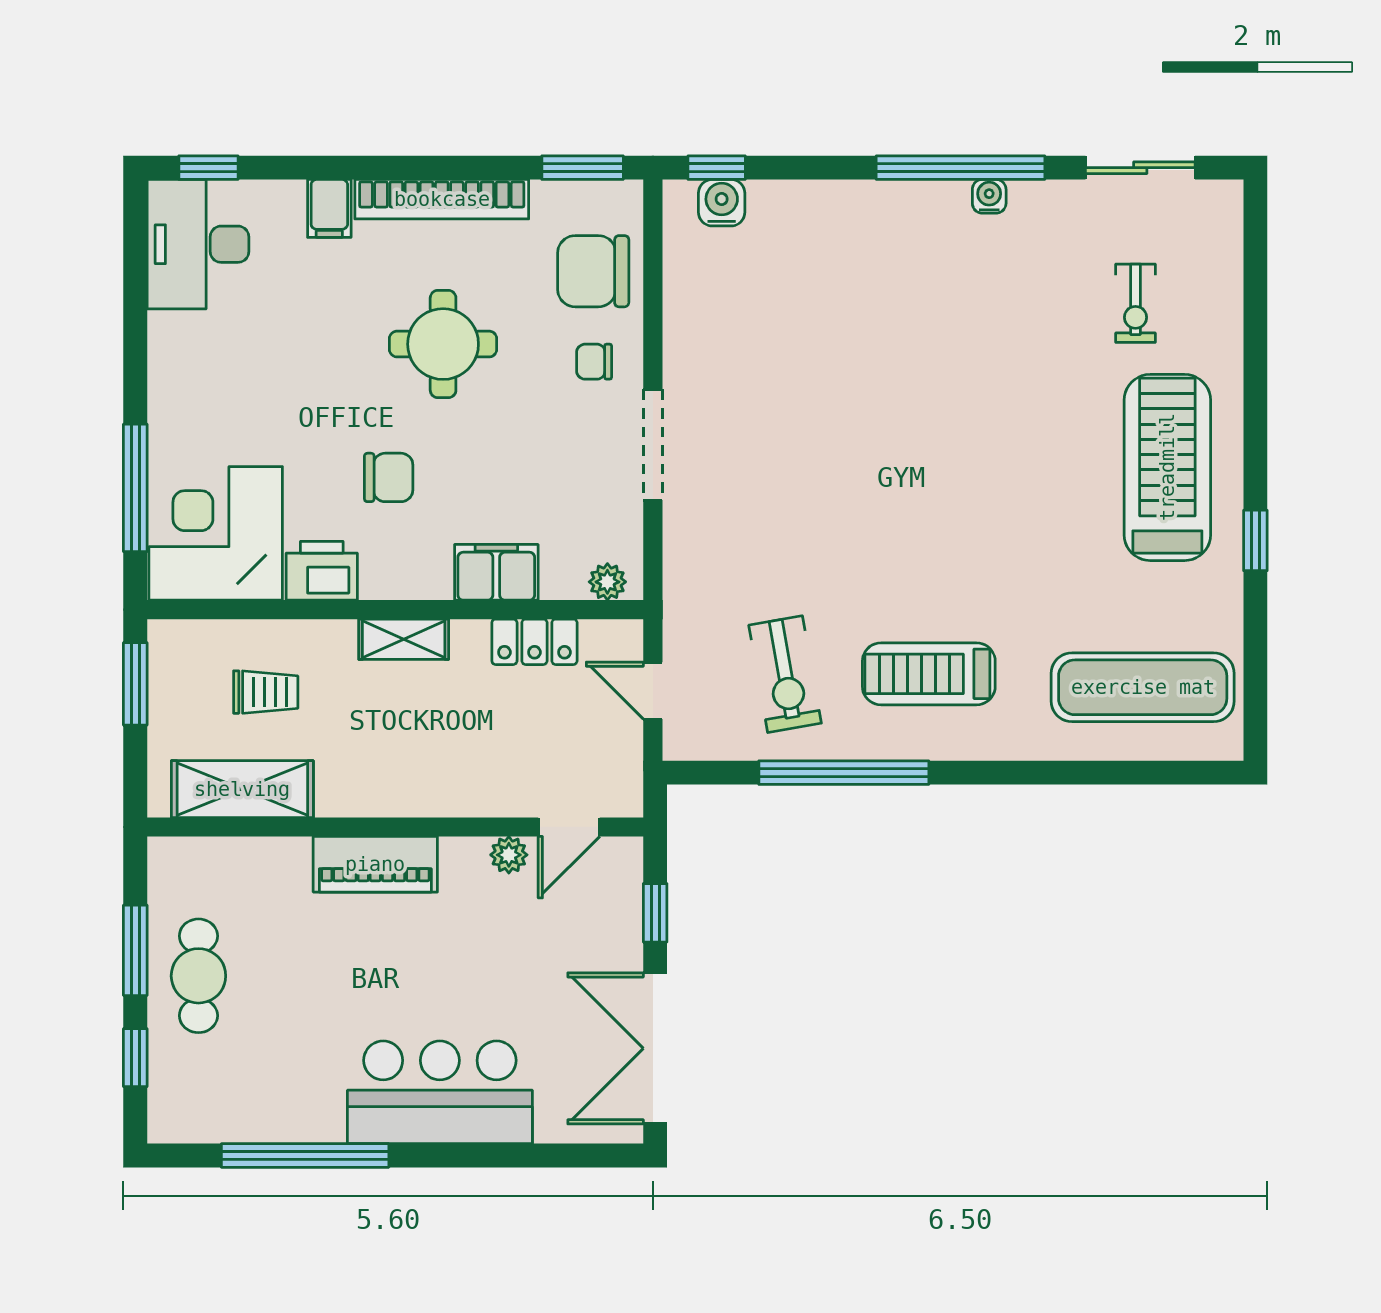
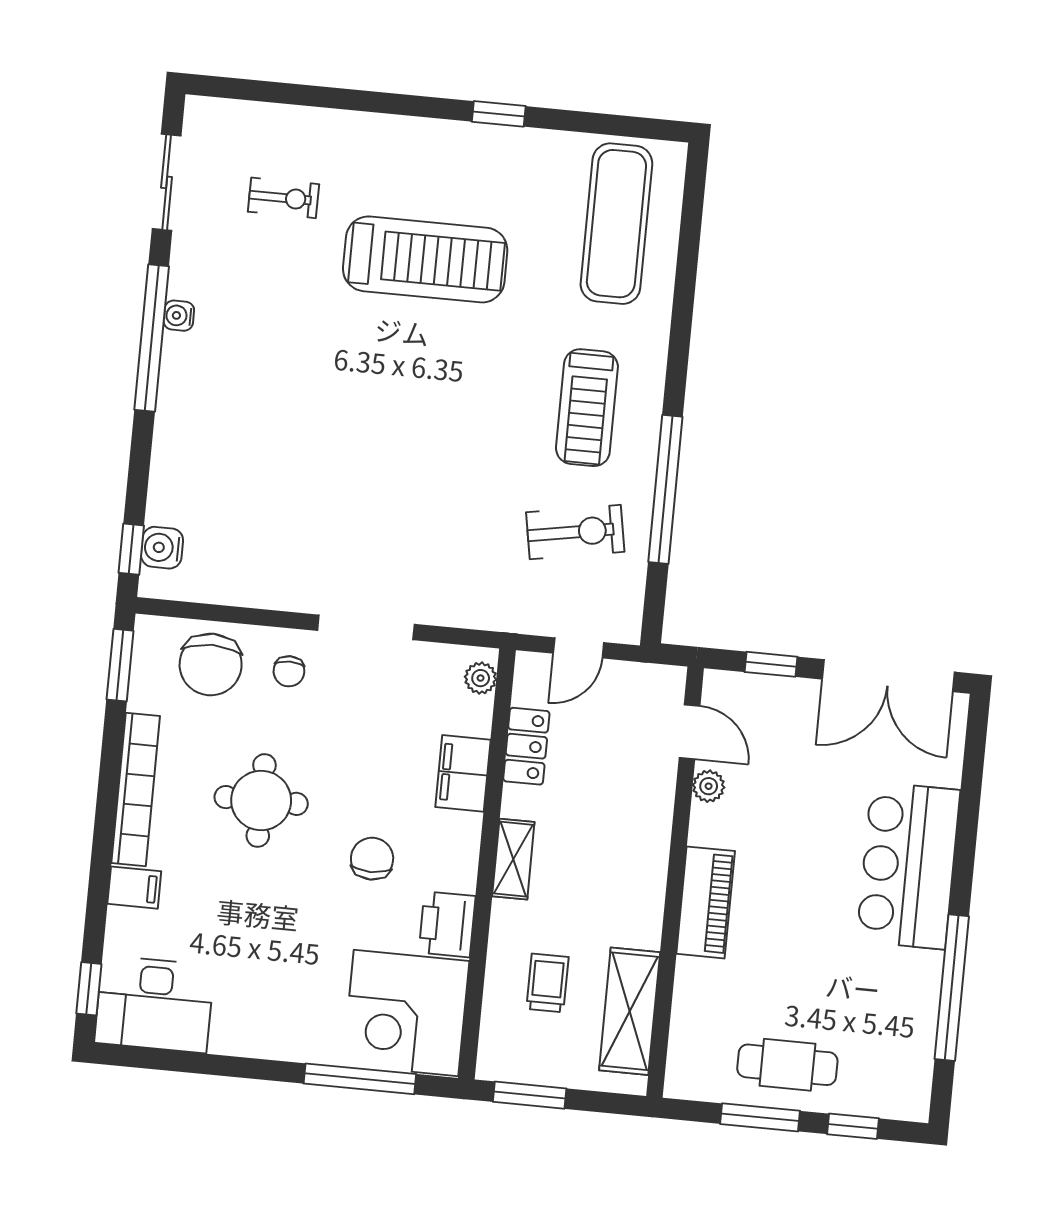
treadmill: (1167, 467) -> (425, 259), moved, turned 180

